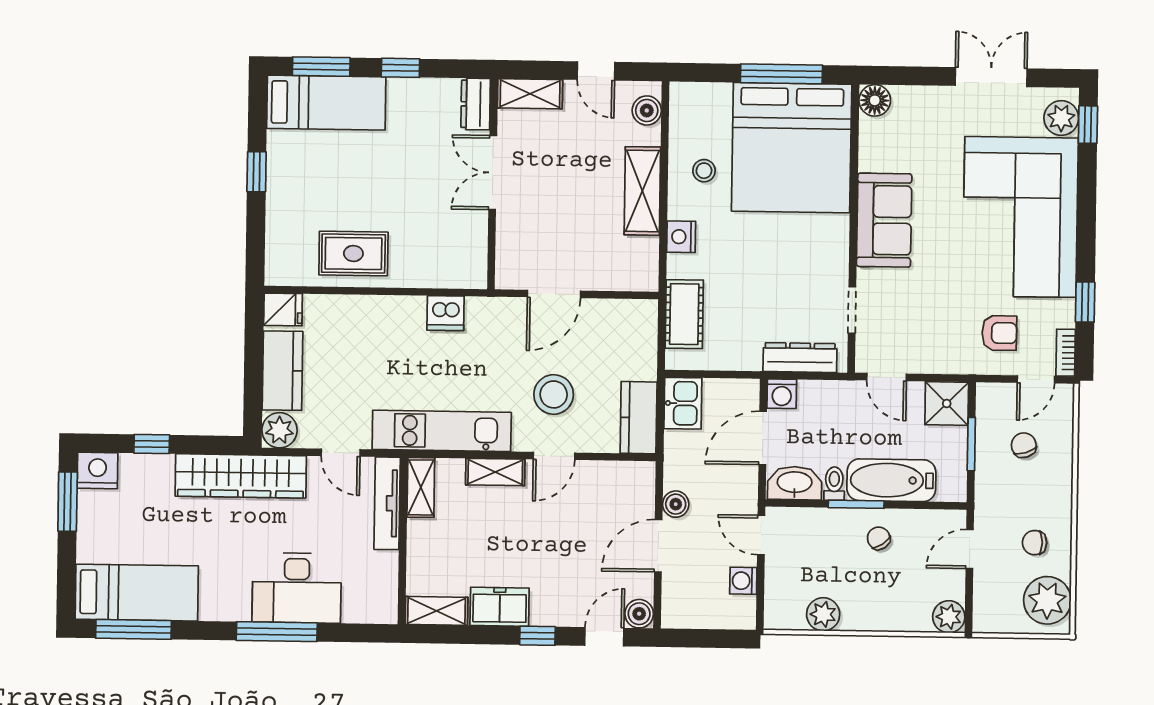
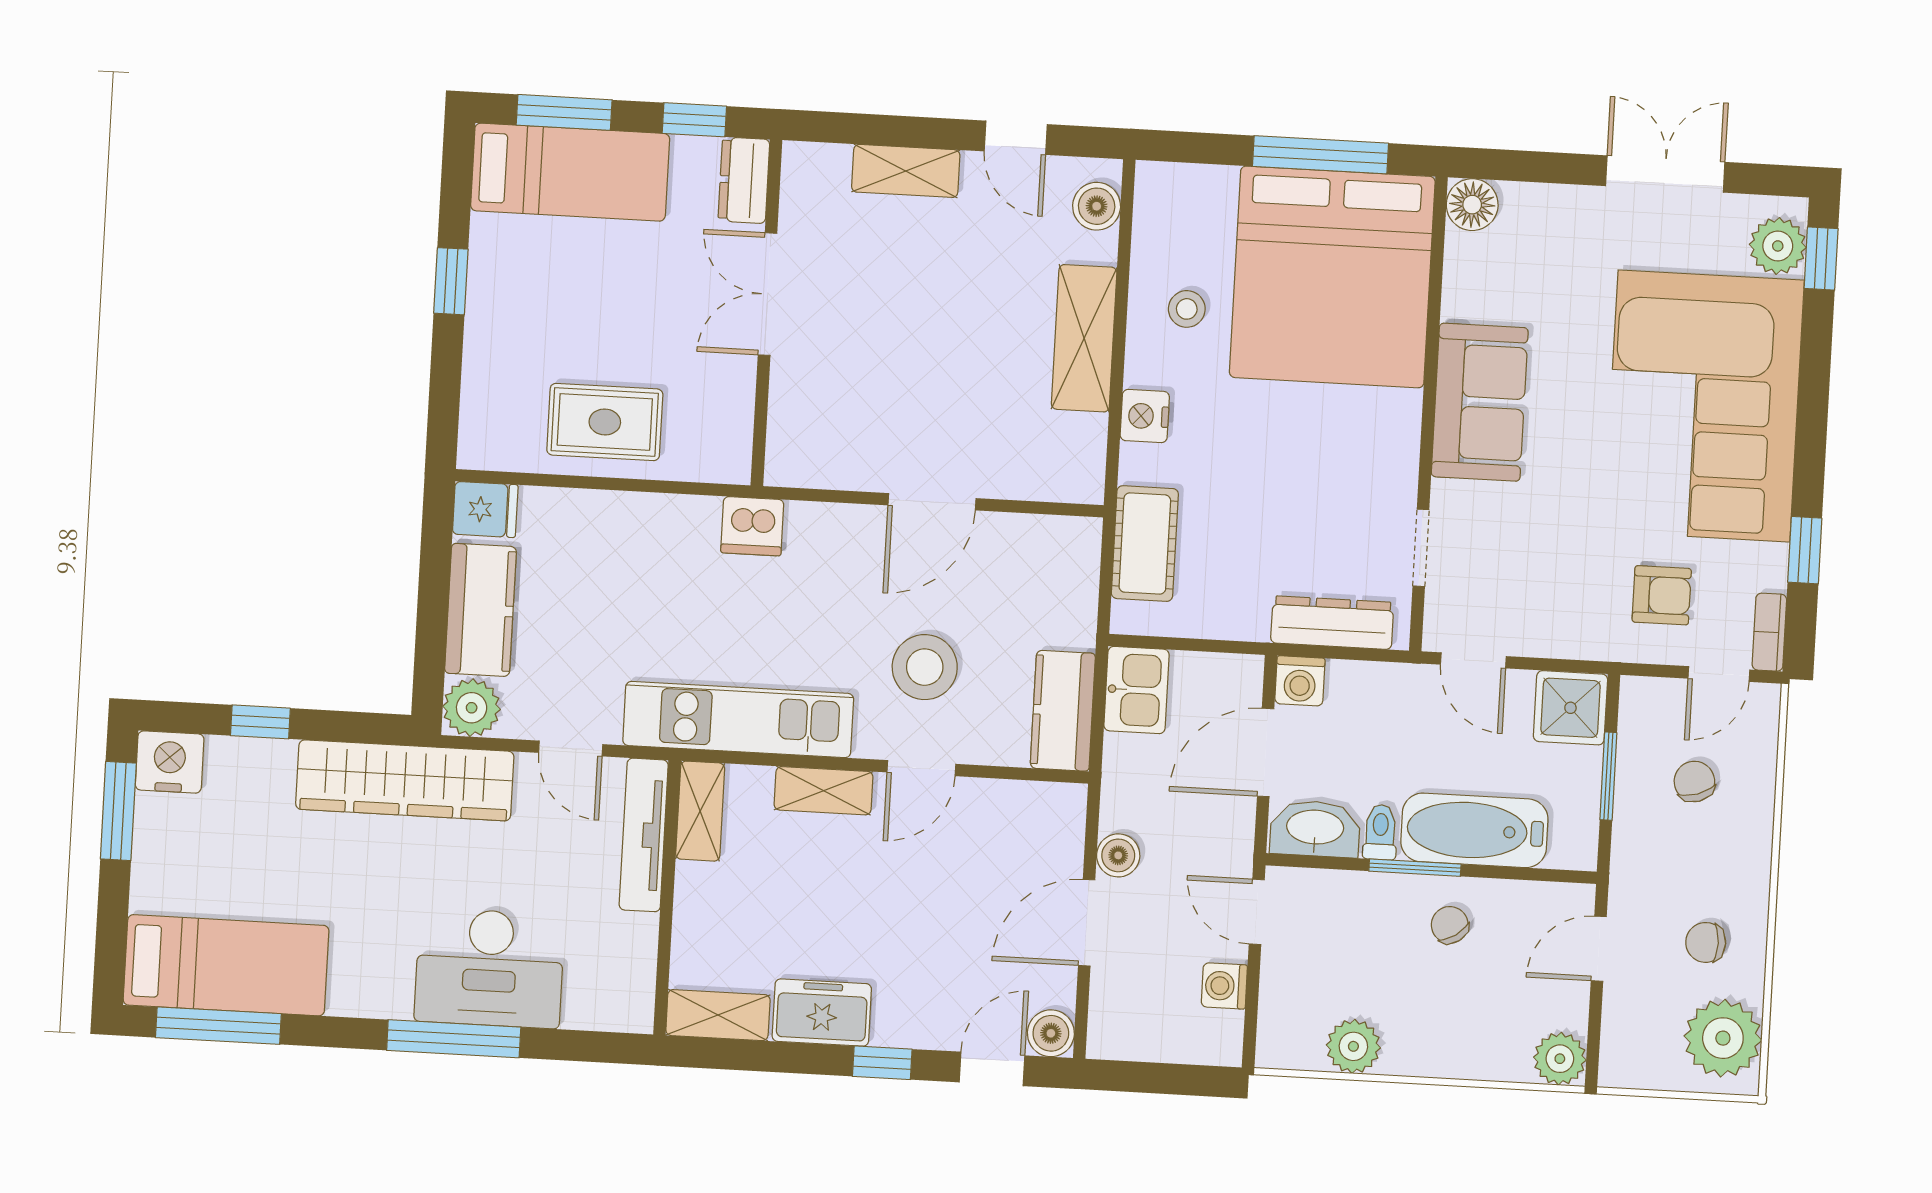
dresser: (476, 104) -> (744, 180), moved
double door: (493, 173) -> (768, 294), moved
wall: (493, 184) -> (766, 313), moved

